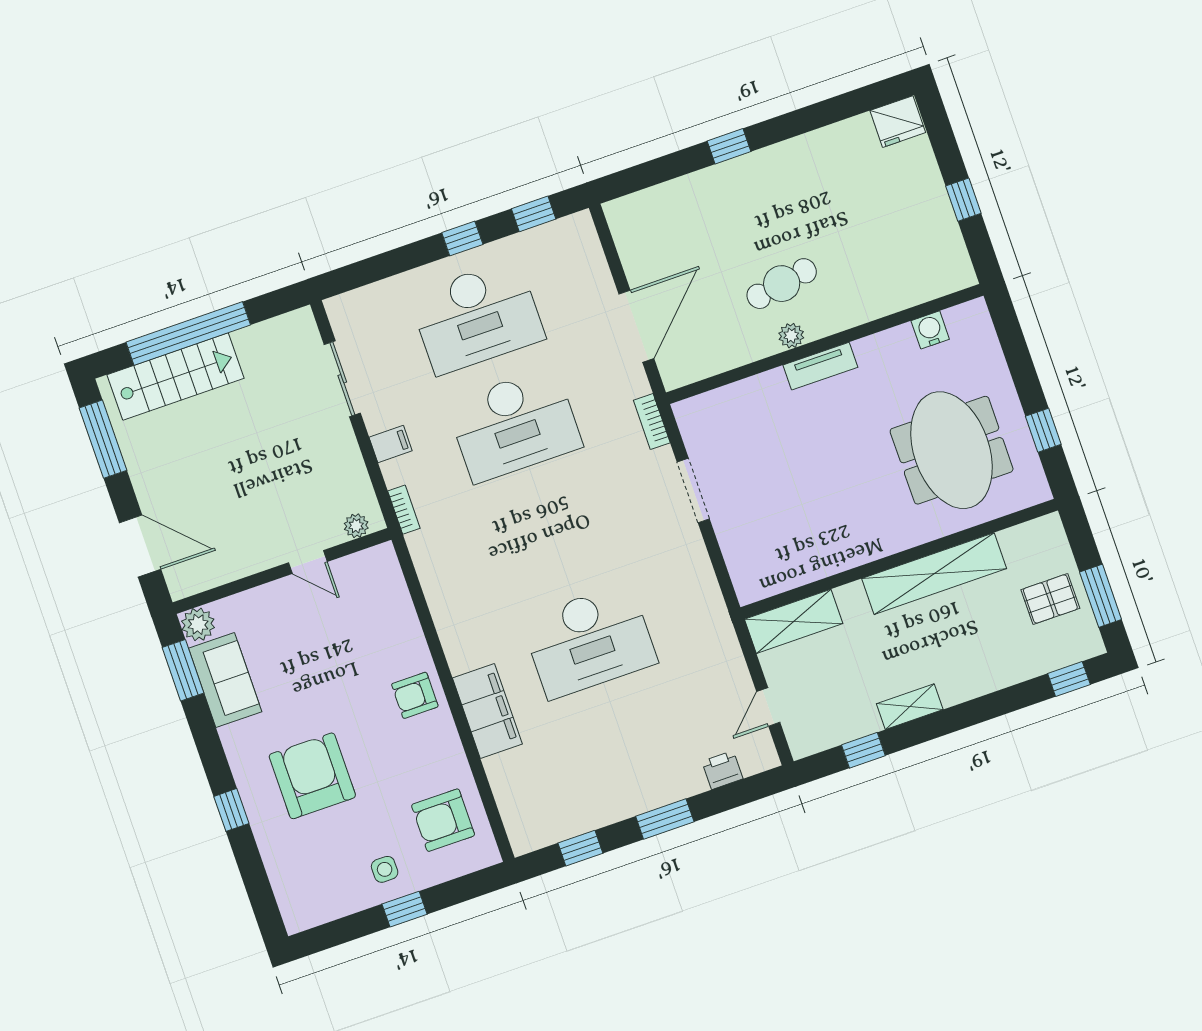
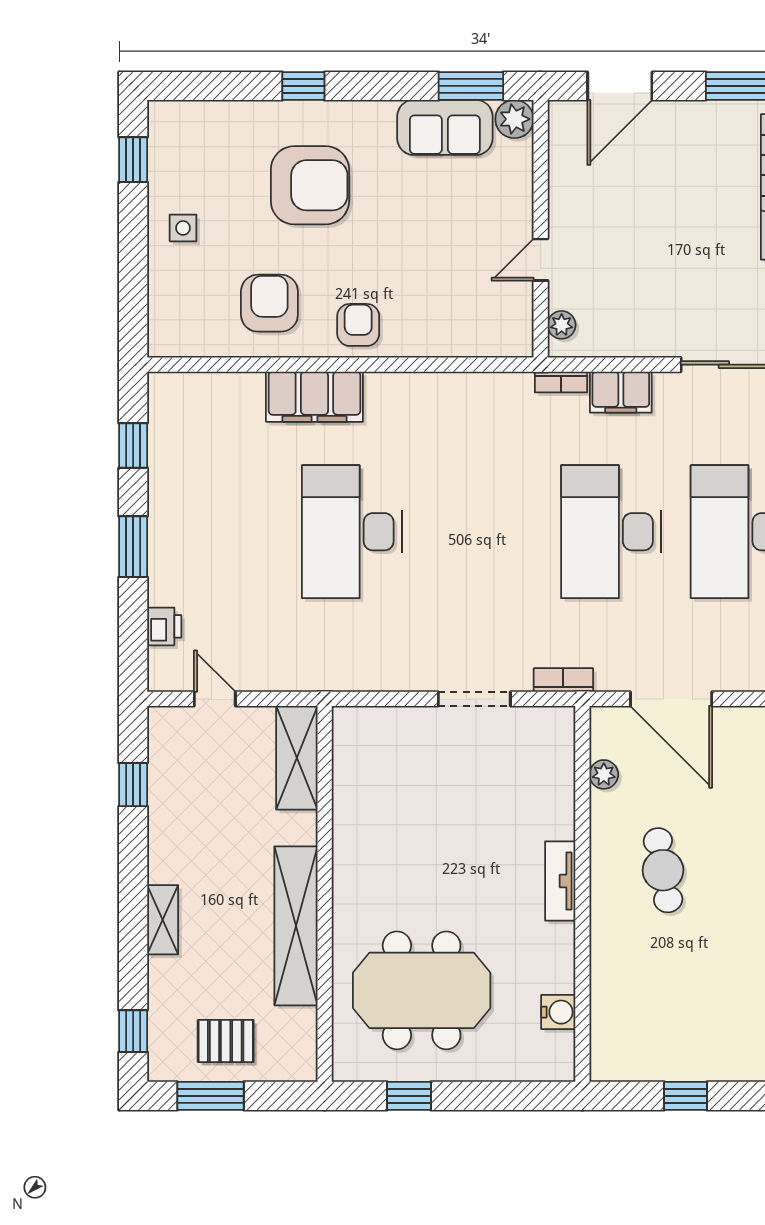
plant: (791, 336) -> (604, 774), moved
filing cabinet: (391, 444) -> (621, 392), width x2.00
pallet: (1050, 599) -> (226, 1041), turned 90
shelving: (910, 707) -> (163, 920), moved
armchair: (443, 820) -> (269, 303), moved
window: (405, 909) -> (133, 160), moved

